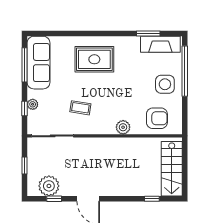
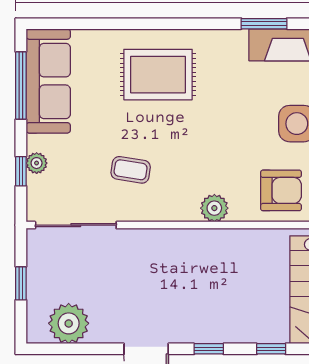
window: (54, 199) -> (209, 349), moved

